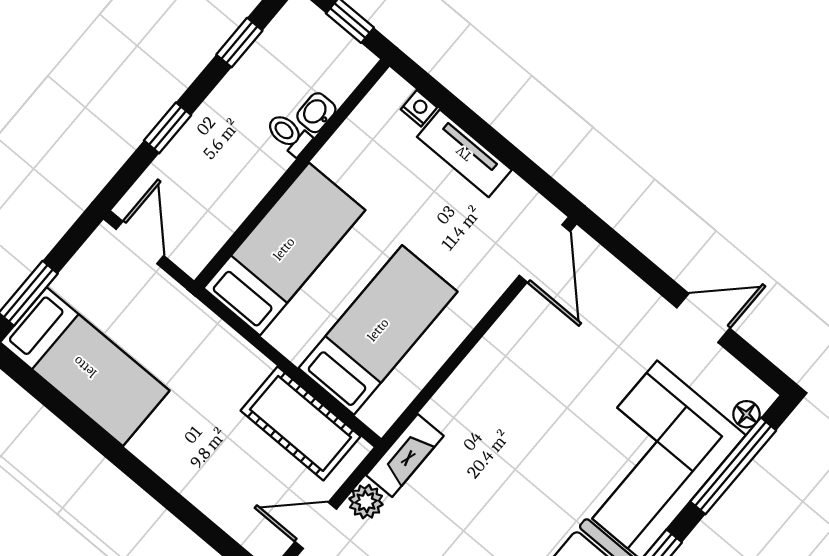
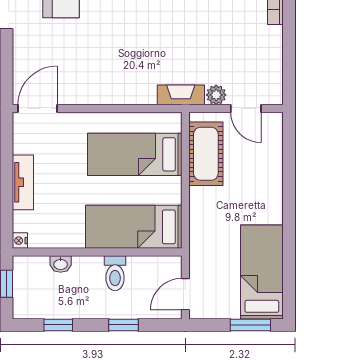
nightstand: (419, 108) -> (20, 241), moved
toilet: (289, 134) -> (115, 273), moved, width x1.37, depth x1.39

